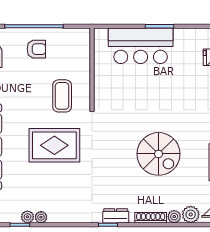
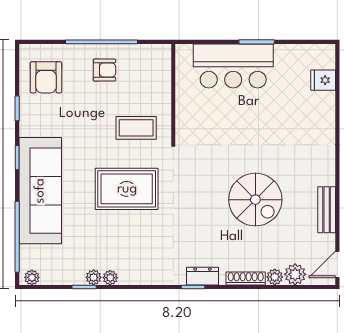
coffee table: (62, 96) -> (136, 128), turned 90

